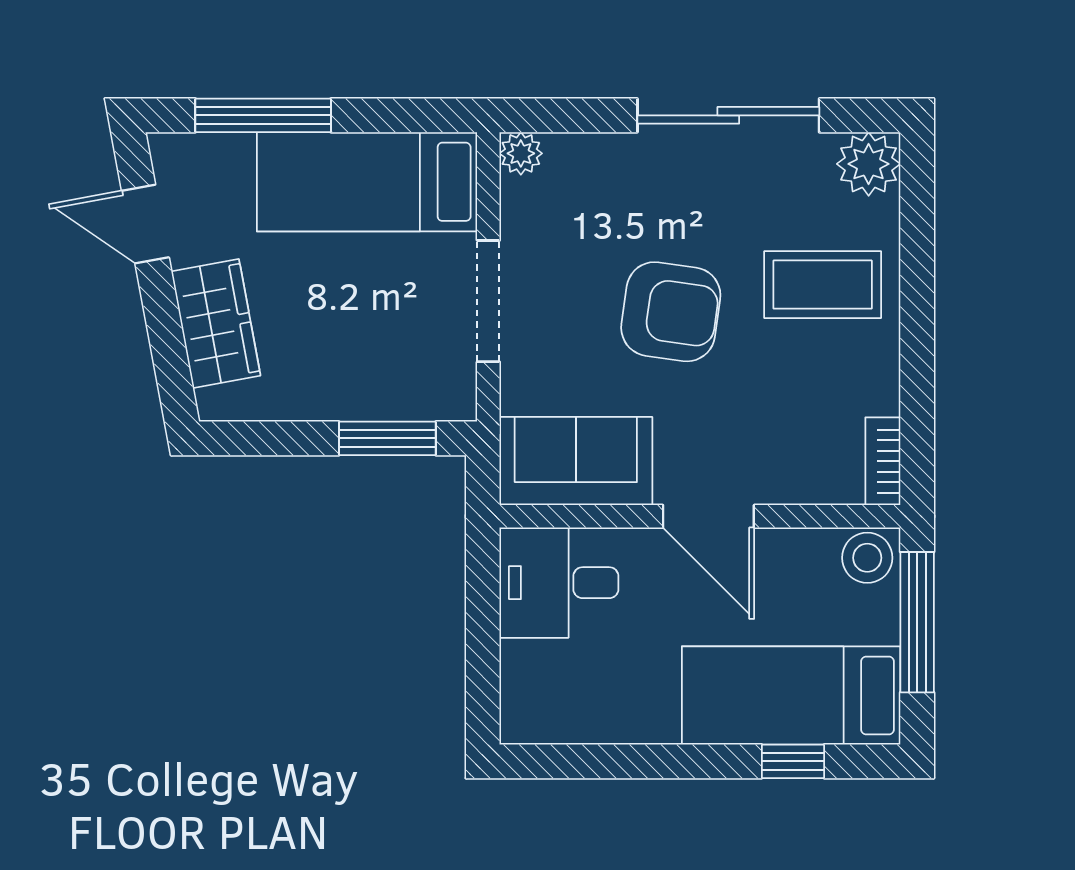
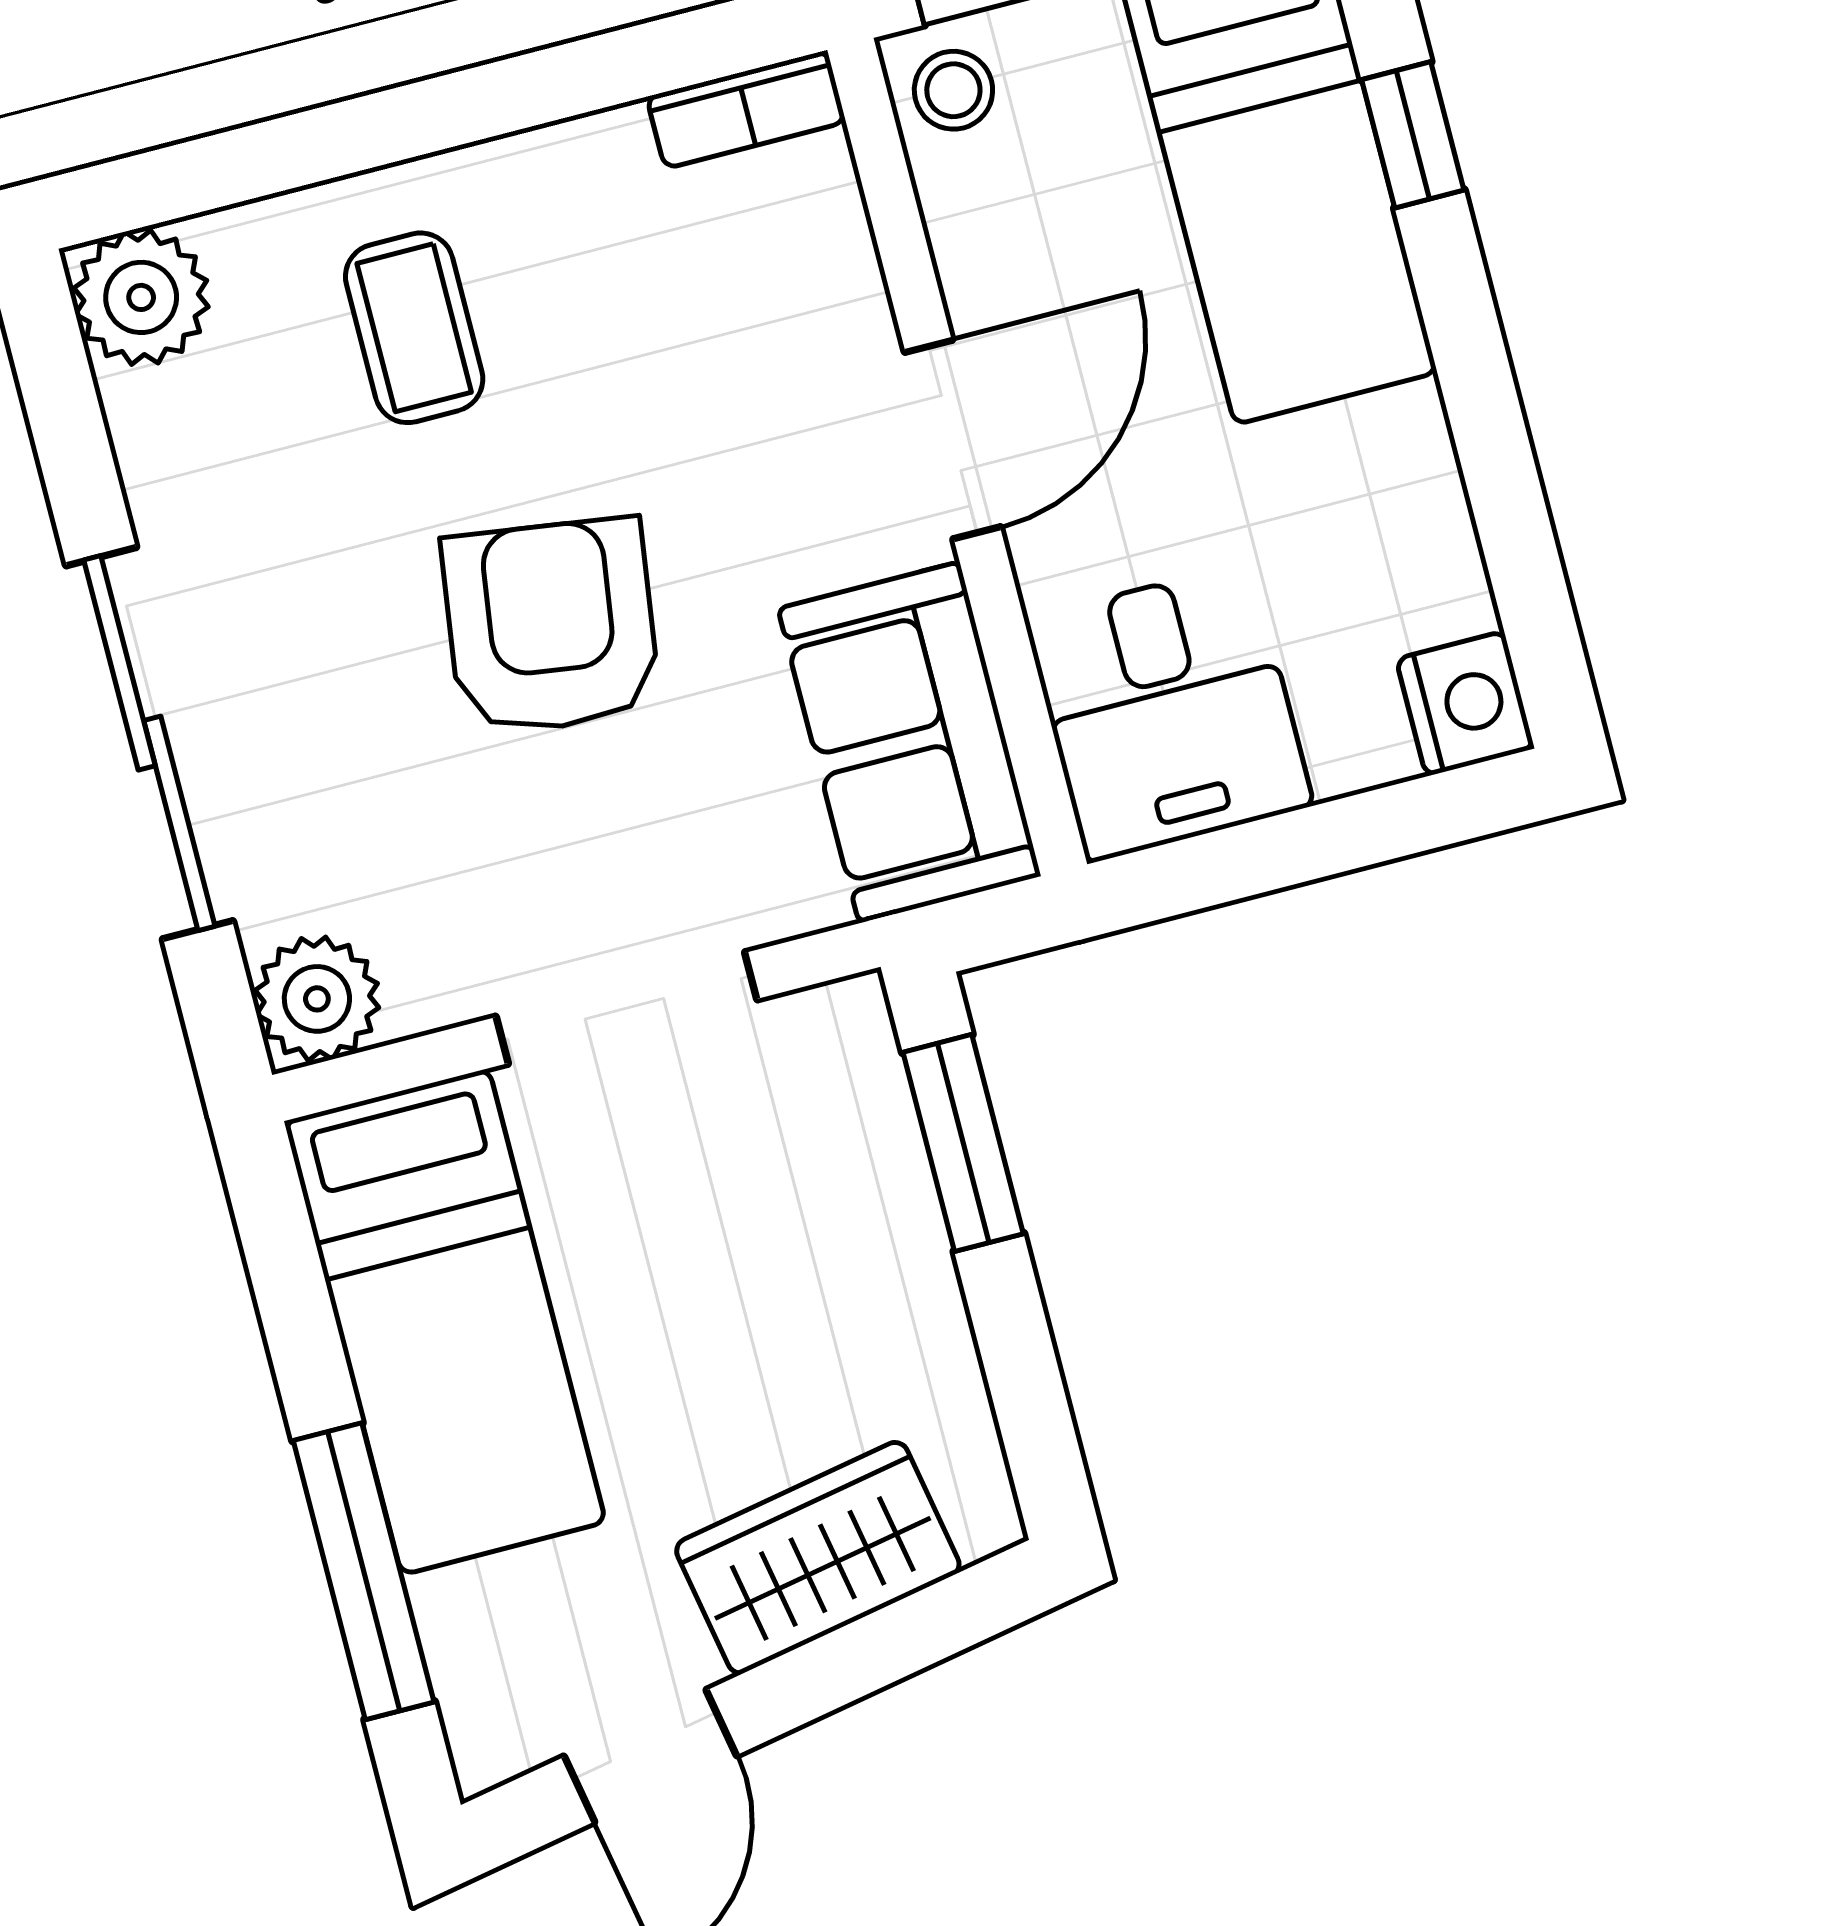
sliding door: (728, 115) -> (149, 743), moved
plant: (521, 153) -> (317, 999), width x1.38, depth x1.38
coffee table: (823, 285) -> (414, 328), width x0.73, depth x0.77
stool: (867, 558) -> (953, 90), width x0.73, depth x0.73
nightstand: (528, 718) -> (1465, 704), added

